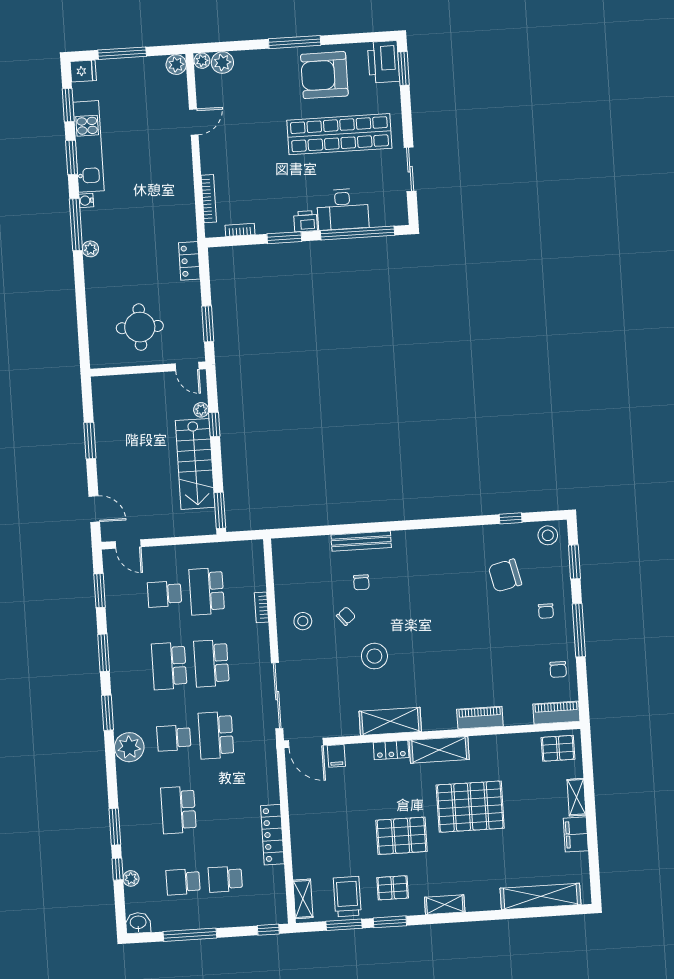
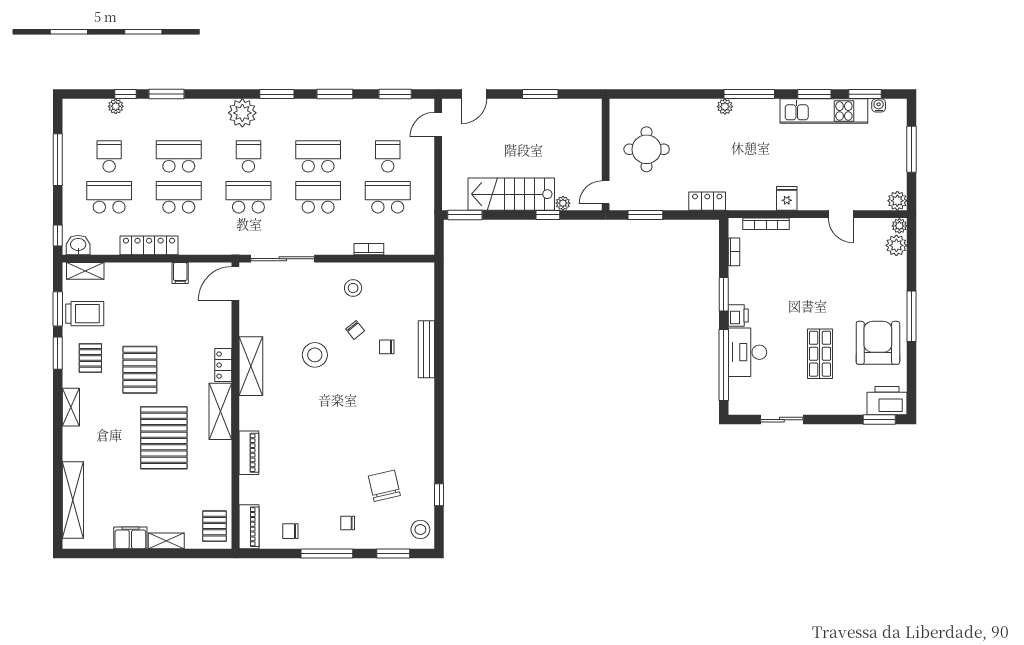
fridge: (83, 71) -> (787, 198), moved, turned 180
shop shelf: (339, 134) -> (820, 354), width x0.50, depth x0.74
water cooler: (86, 201) -> (879, 105), moved
filing cabinet: (336, 756) -> (180, 273), moved, turned -90
school desk: (221, 807) -> (179, 197), added
school desk: (225, 879) -> (109, 197), width x1.85
washbasin: (138, 923) -> (78, 245), moved, turned -90

